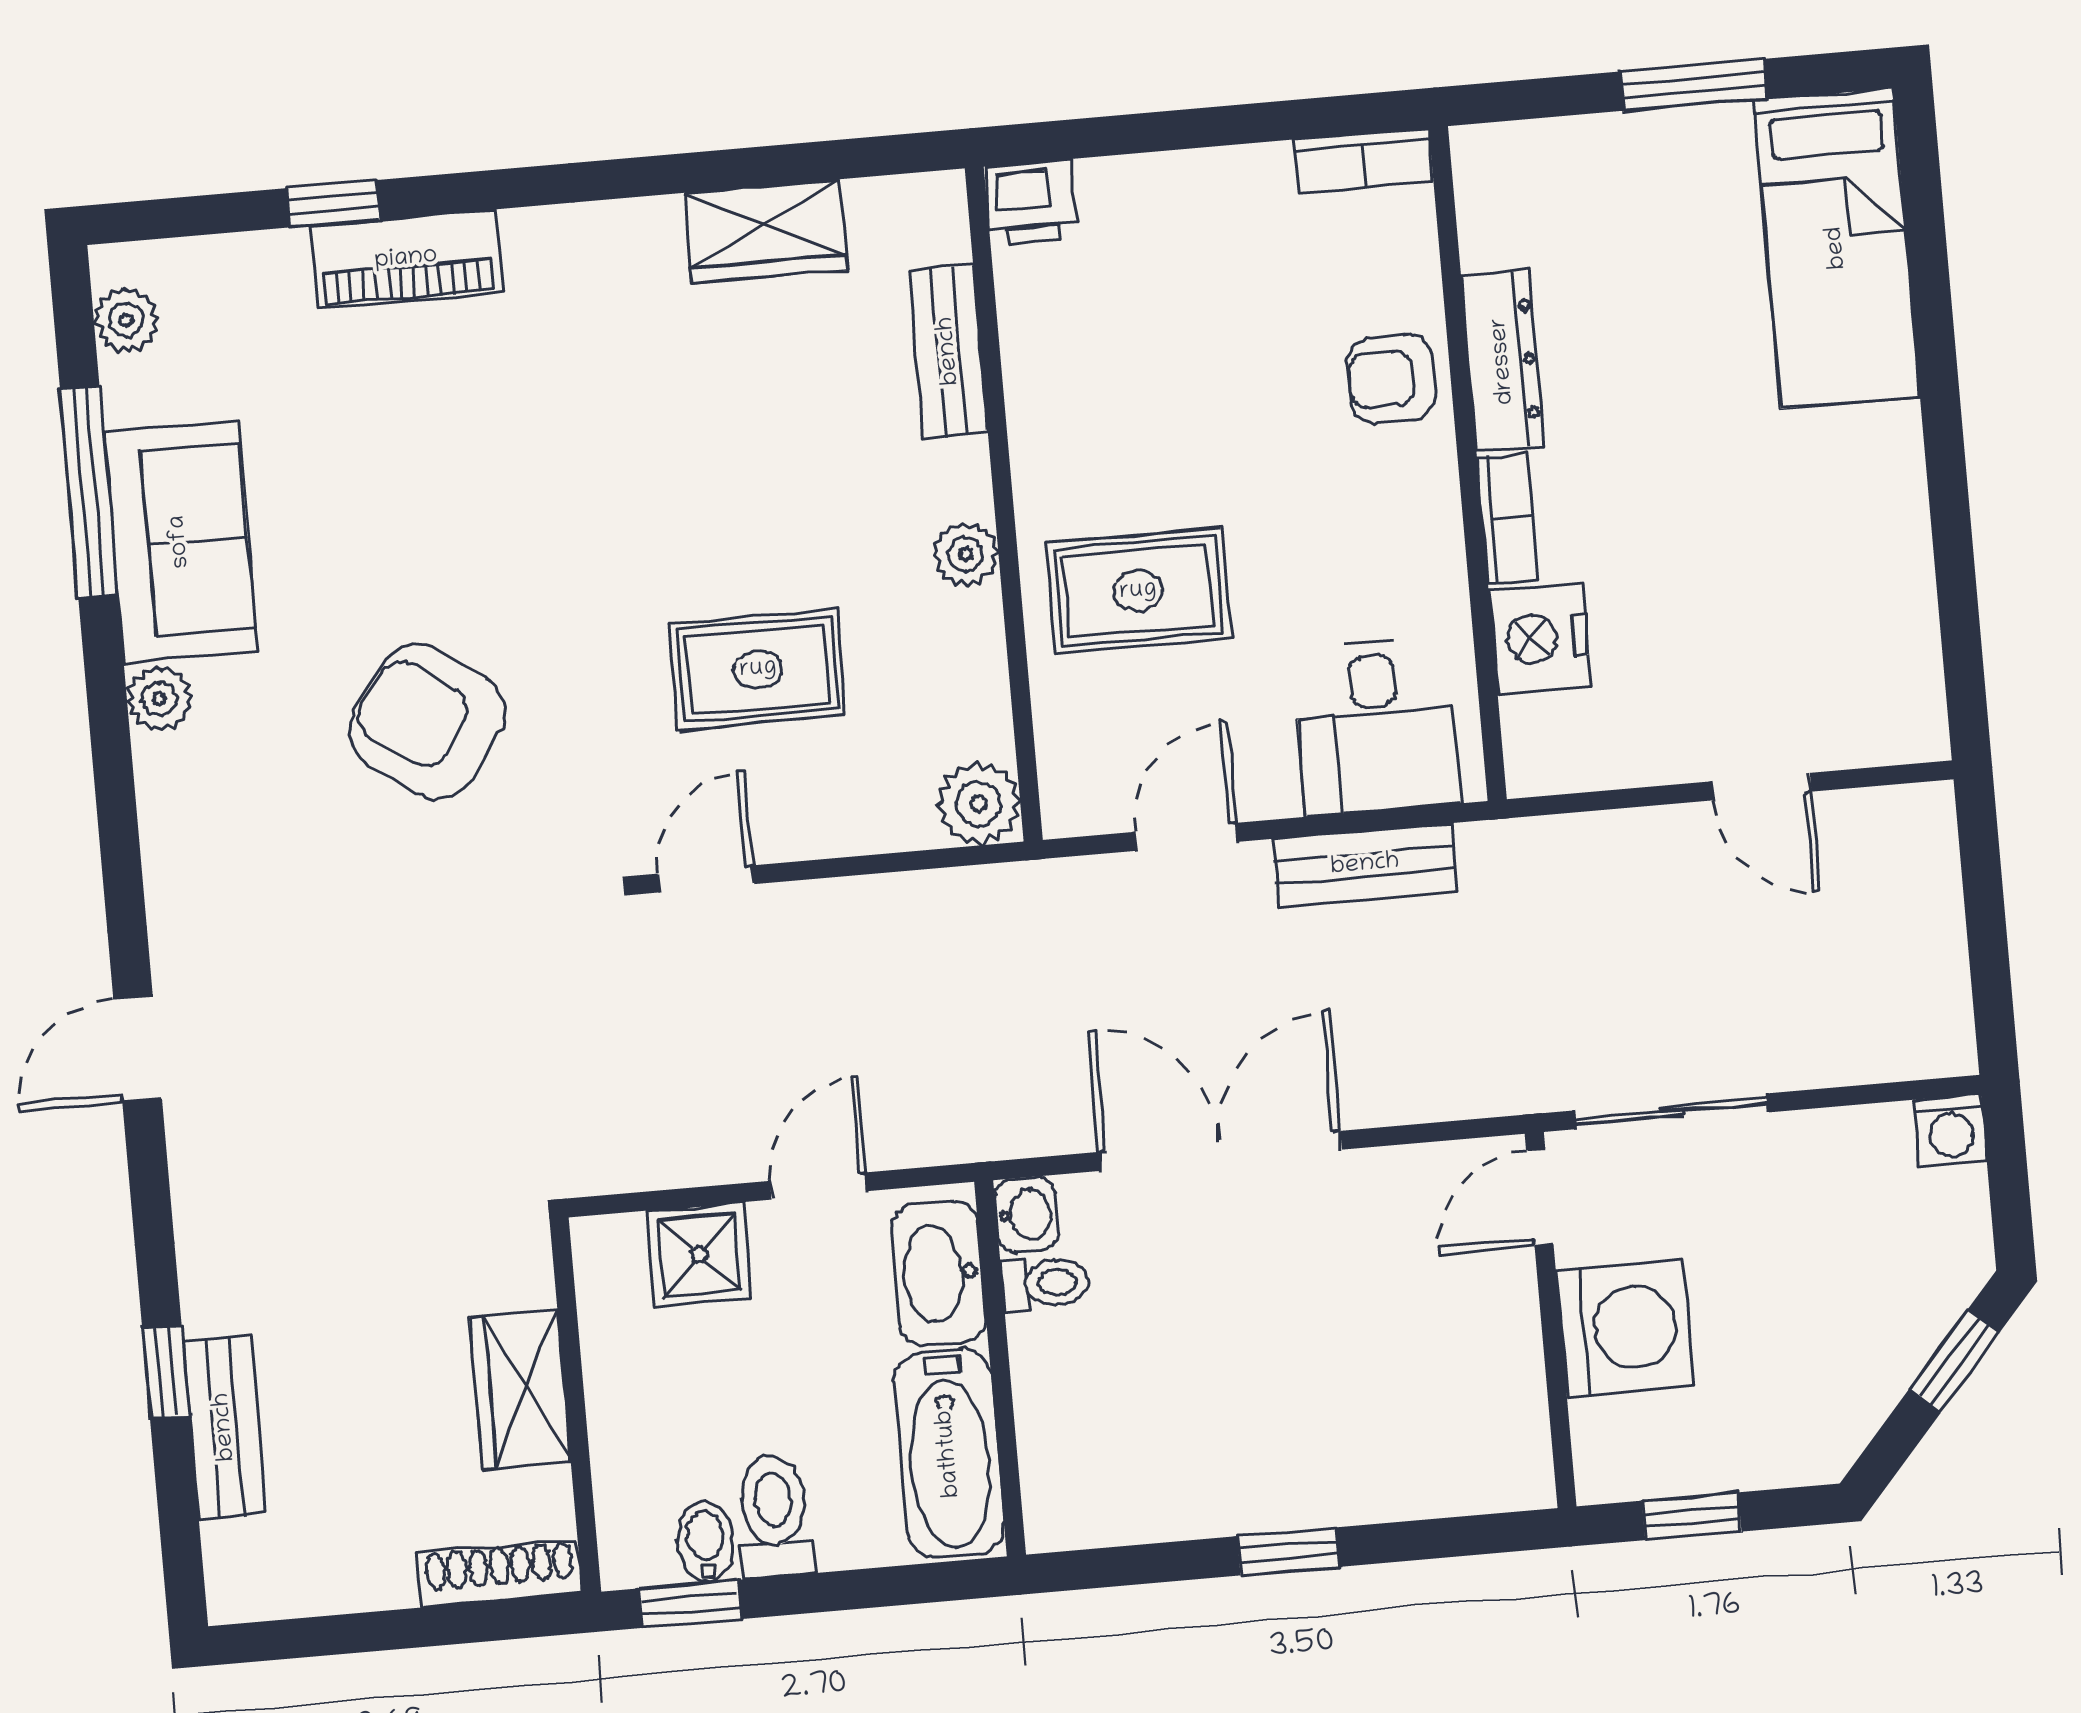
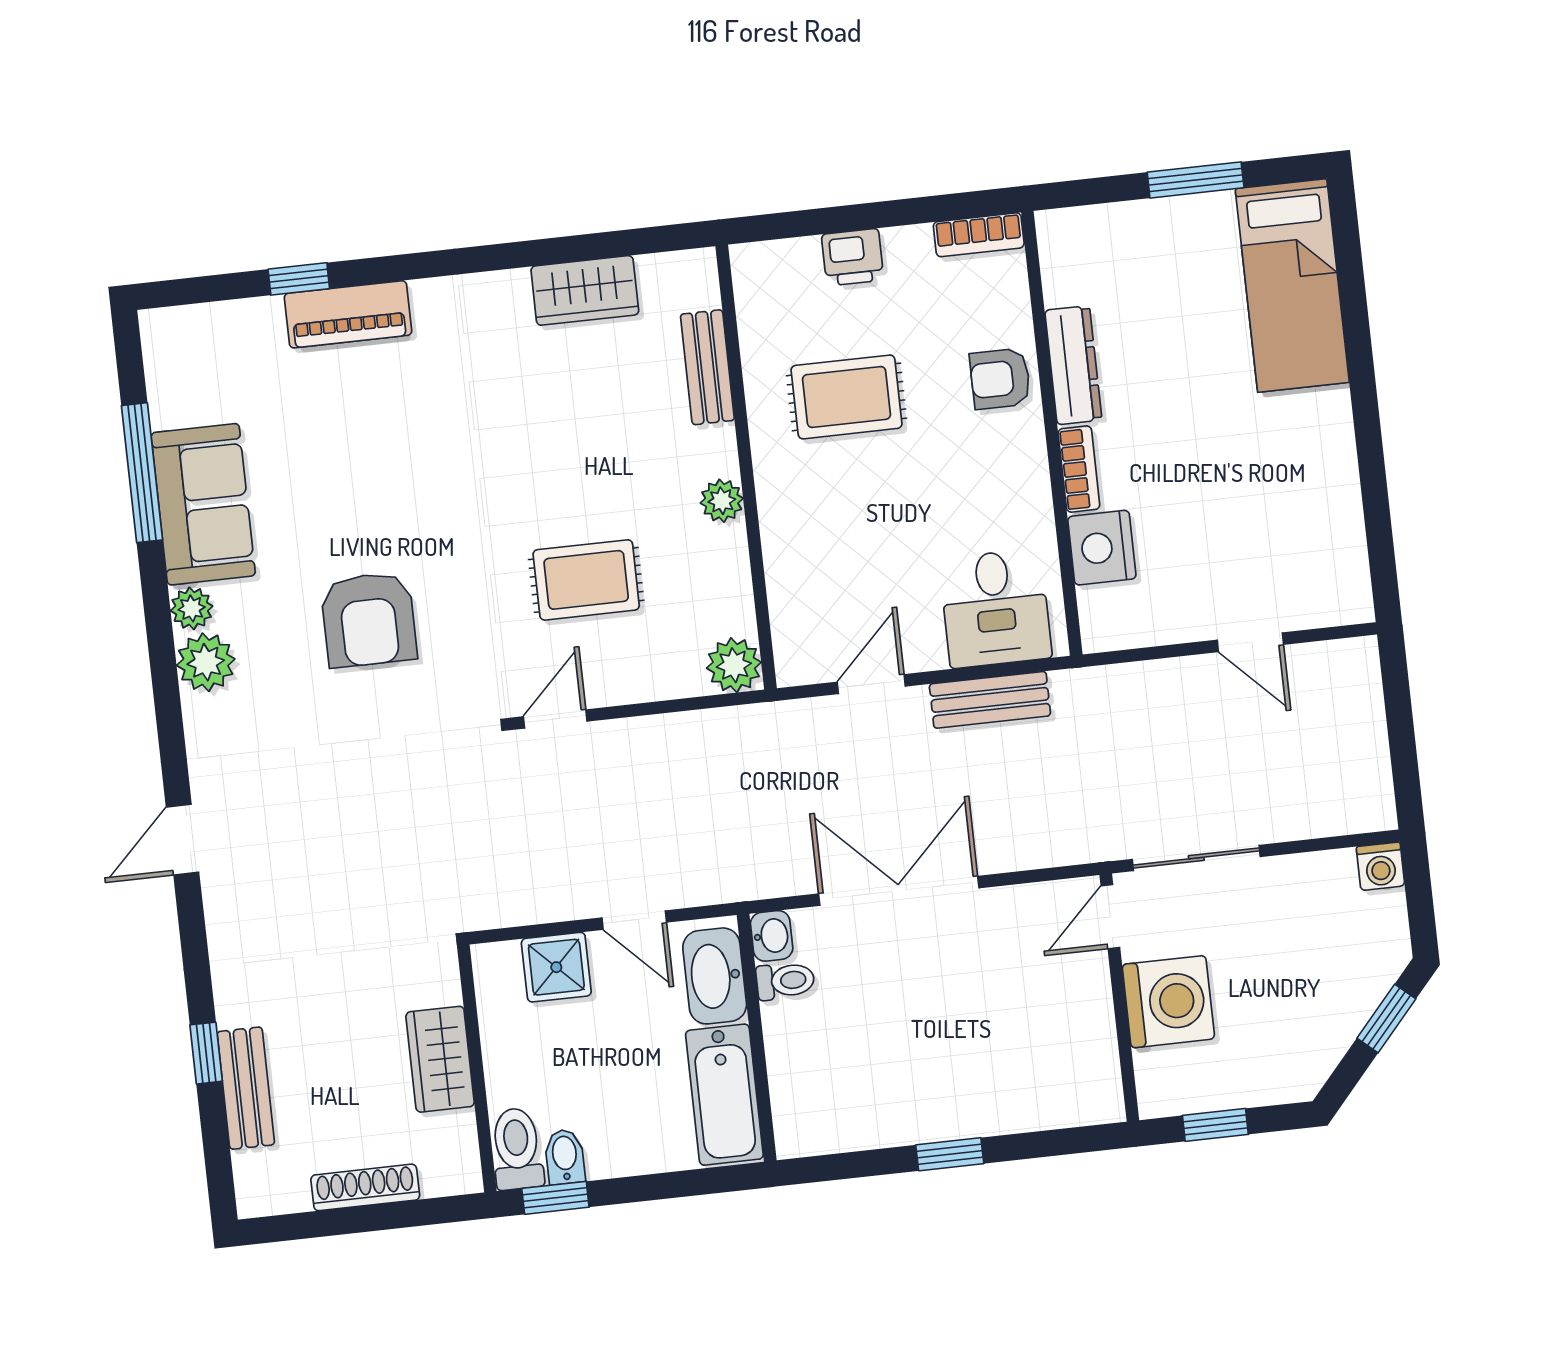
printer: (1031, 202) -> (853, 257), moved
plant: (126, 320) -> (206, 662), moved, width x1.38, depth x1.38
rug: (1138, 591) -> (846, 397), moved
armchair: (427, 722) -> (369, 620), turned -126
door: (819, 1186) -> (634, 920), swing flipped
toilet: (774, 1516) -> (517, 1149), moved
shoe rack: (500, 1573) -> (365, 1187), moved

